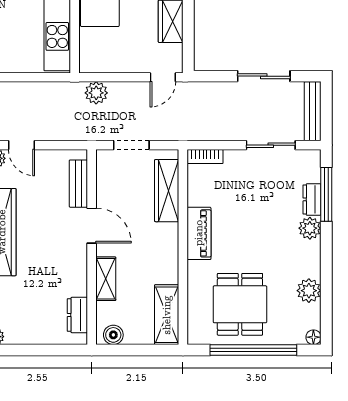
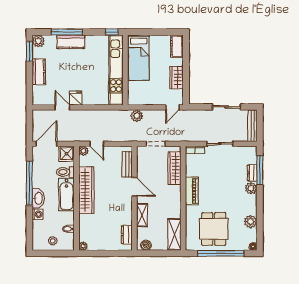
sliding door: (271, 145) -> (220, 144), moved

